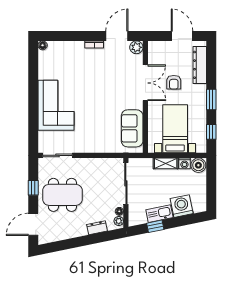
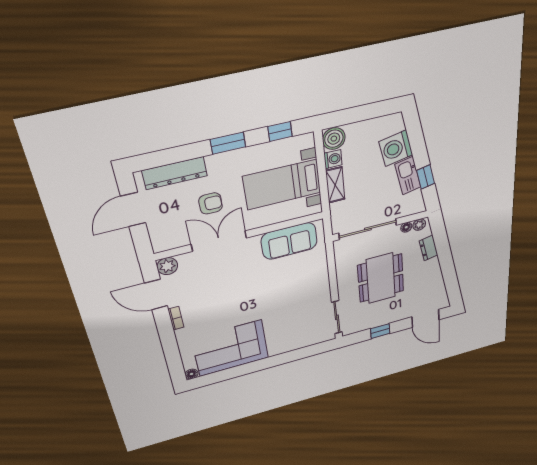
corner sofa: (56, 105) -> (230, 348), moved
dining table: (62, 195) -> (381, 278), moved

